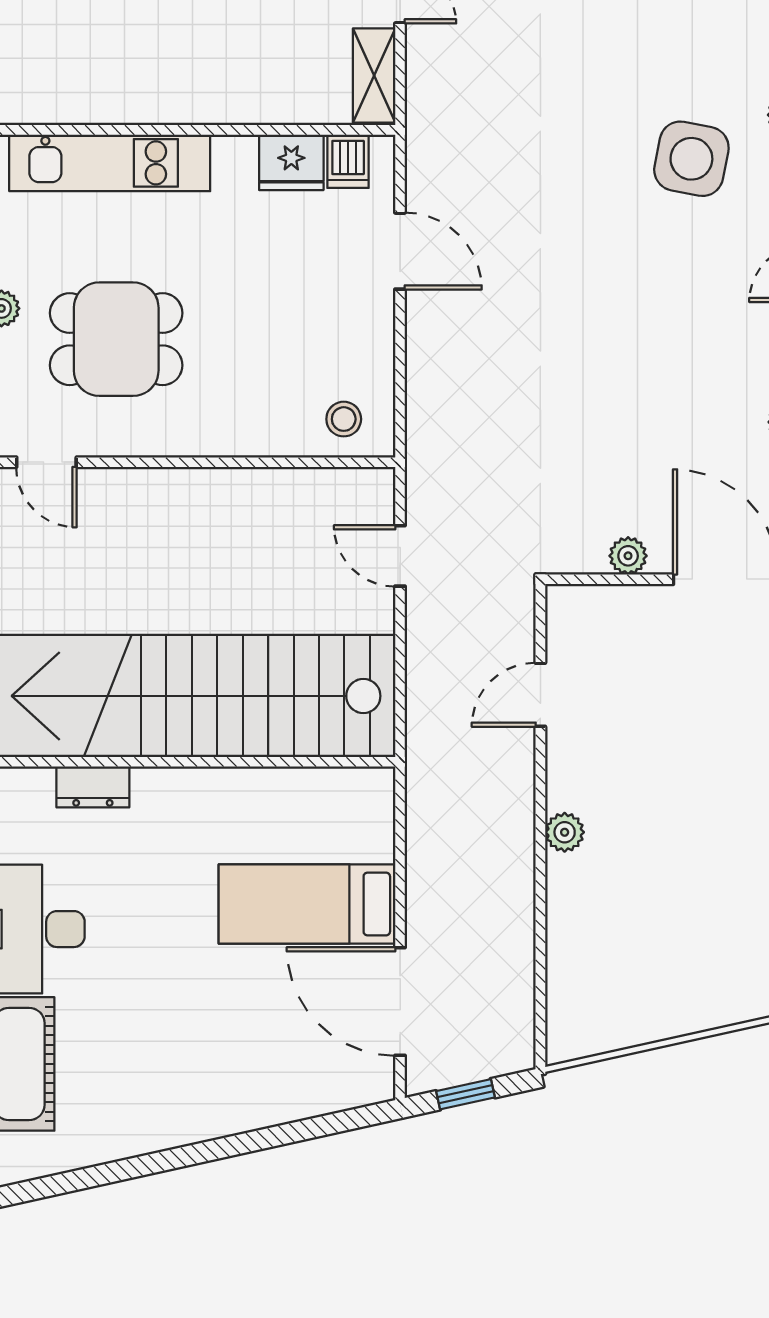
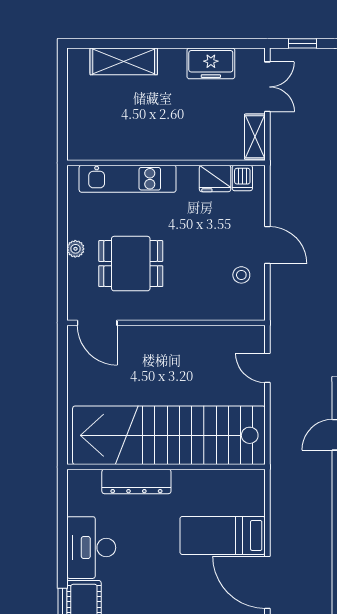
door: (400, 251) -> (267, 245), moved
stool: (344, 419) -> (241, 275), moved
door: (46, 462) -> (97, 323), width x1.38
dresser: (93, 787) -> (136, 481), width x1.96, depth x1.24

